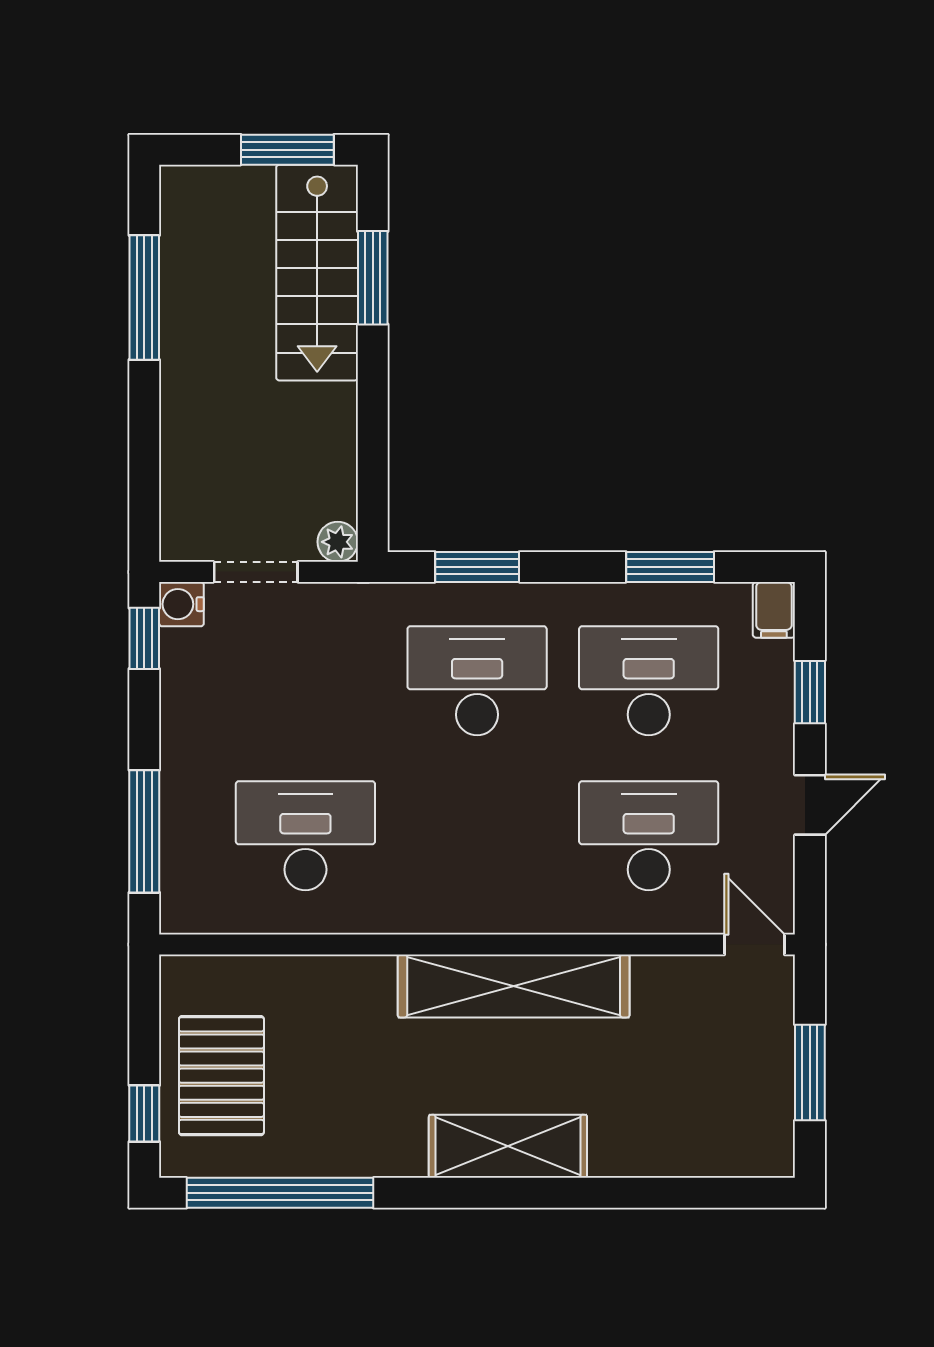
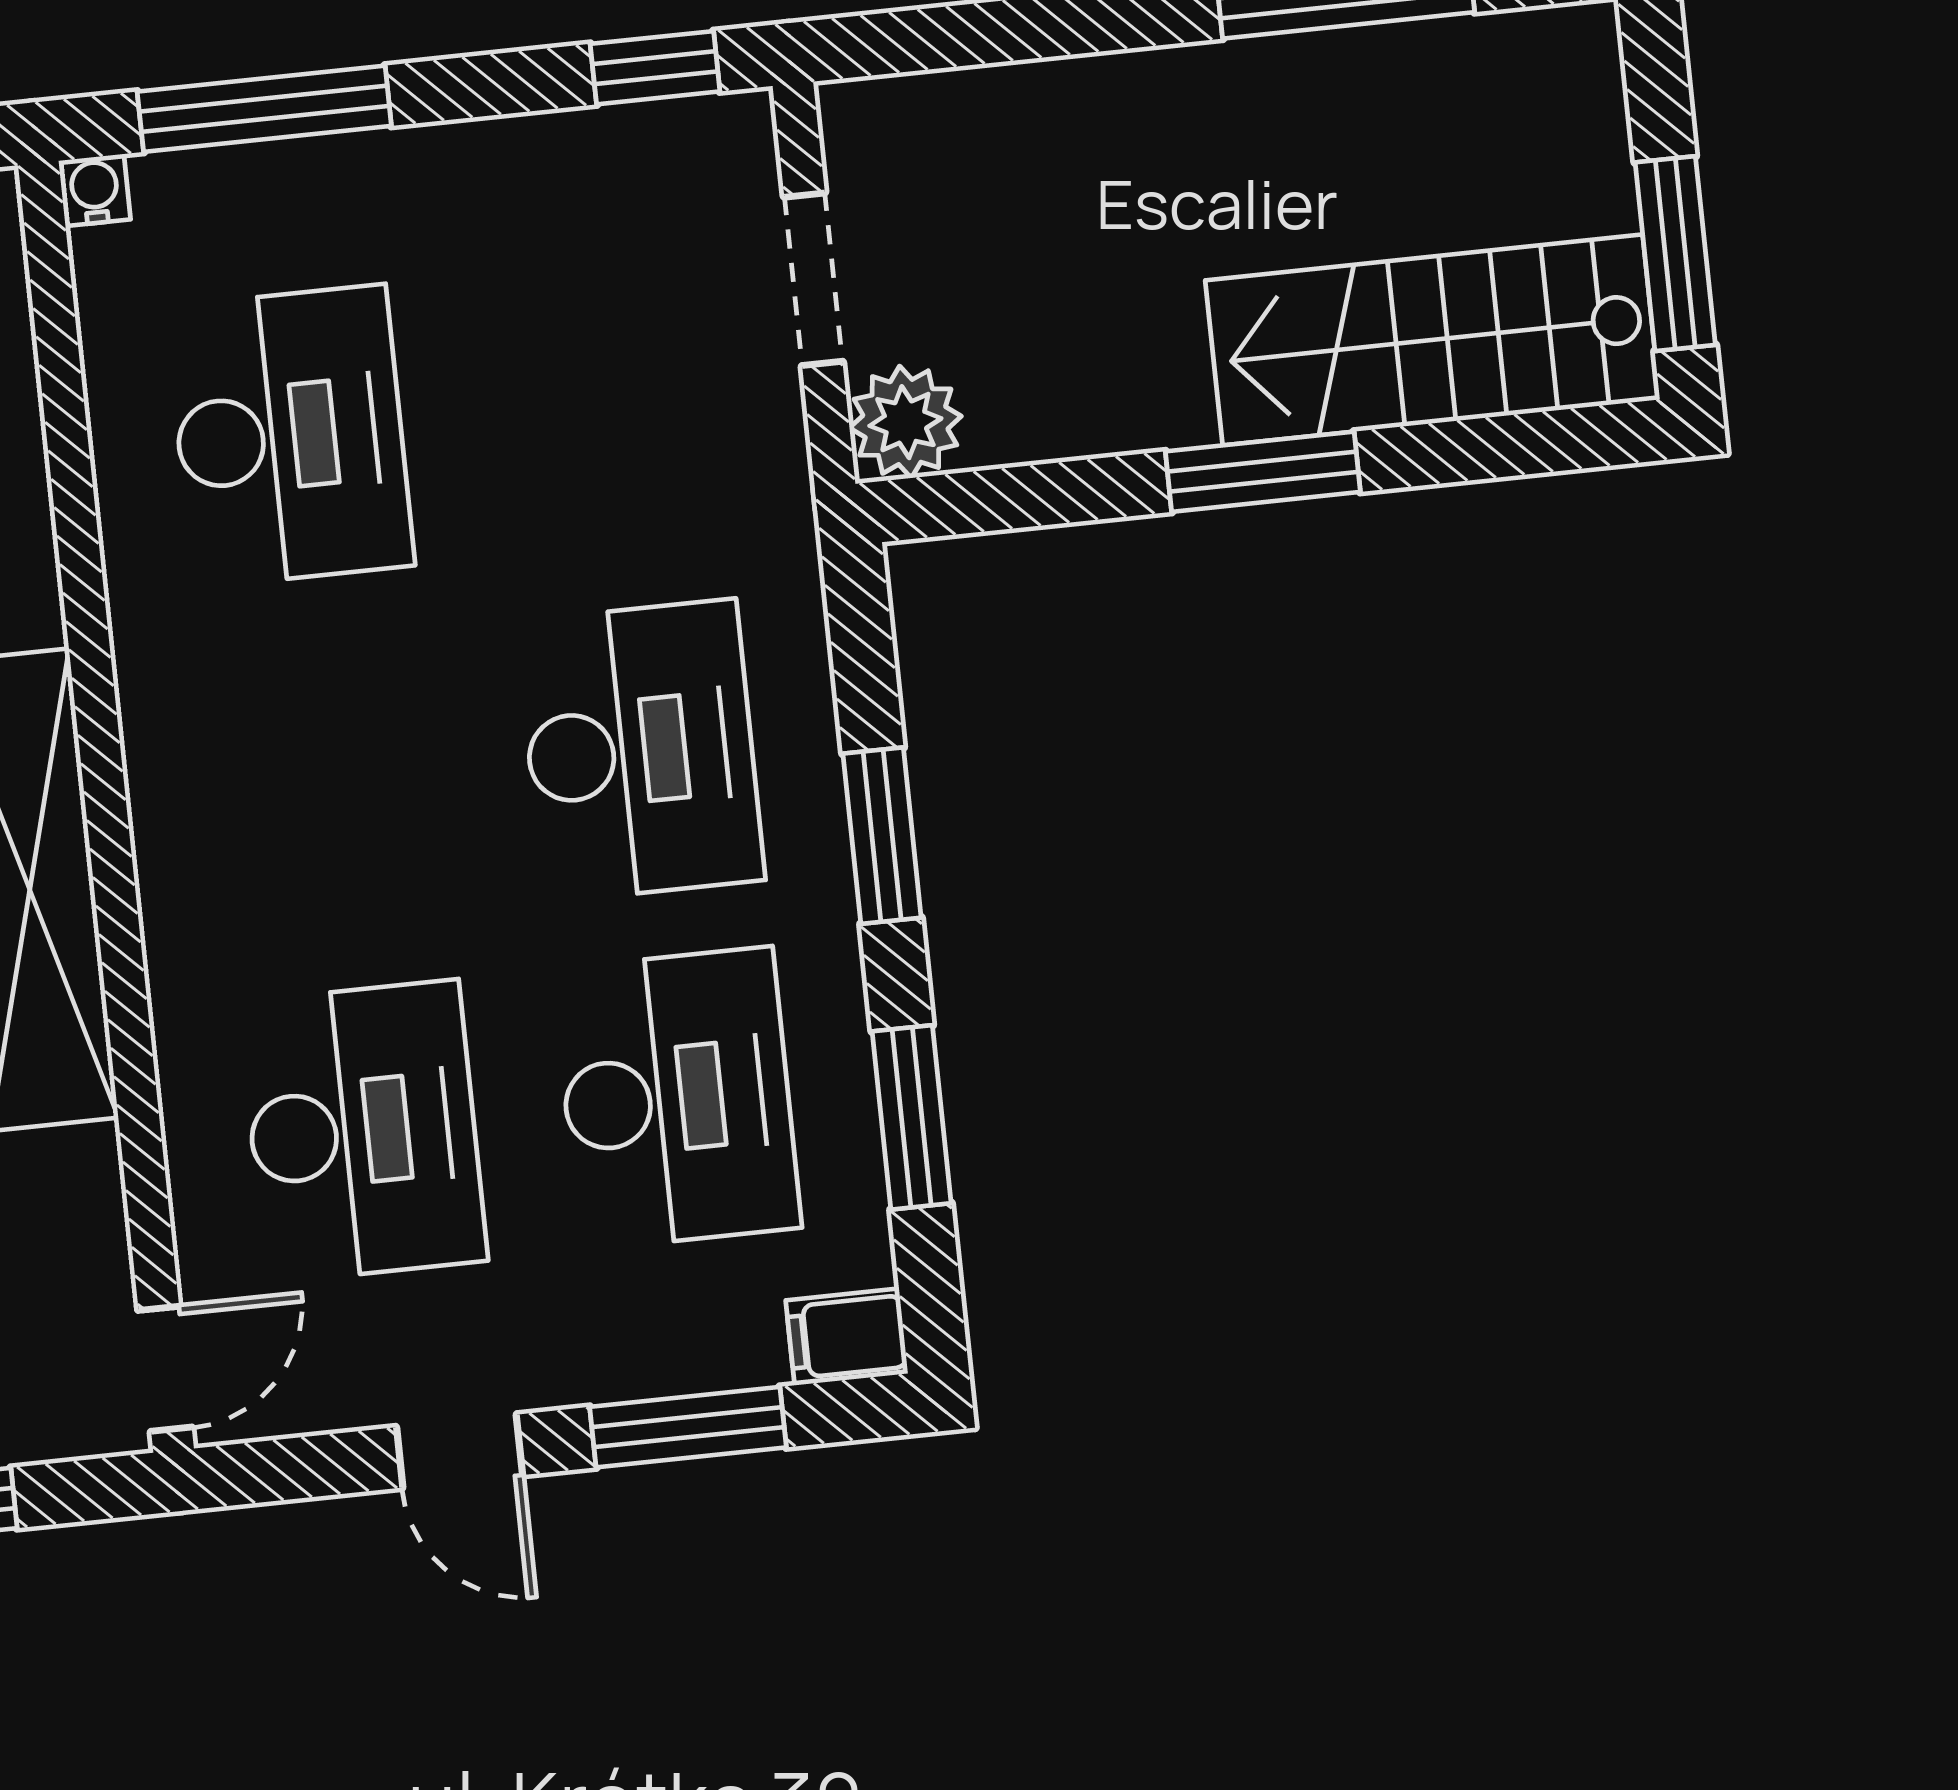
window: (373, 278) -> (1263, 472), moved
plant: (338, 542) -> (905, 422), width x1.38, depth x1.38
window: (477, 567) -> (882, 836), moved
water cooler: (181, 604) -> (95, 190), moved, width x0.72, depth x0.72
window: (810, 692) -> (688, 1427), width x1.50

